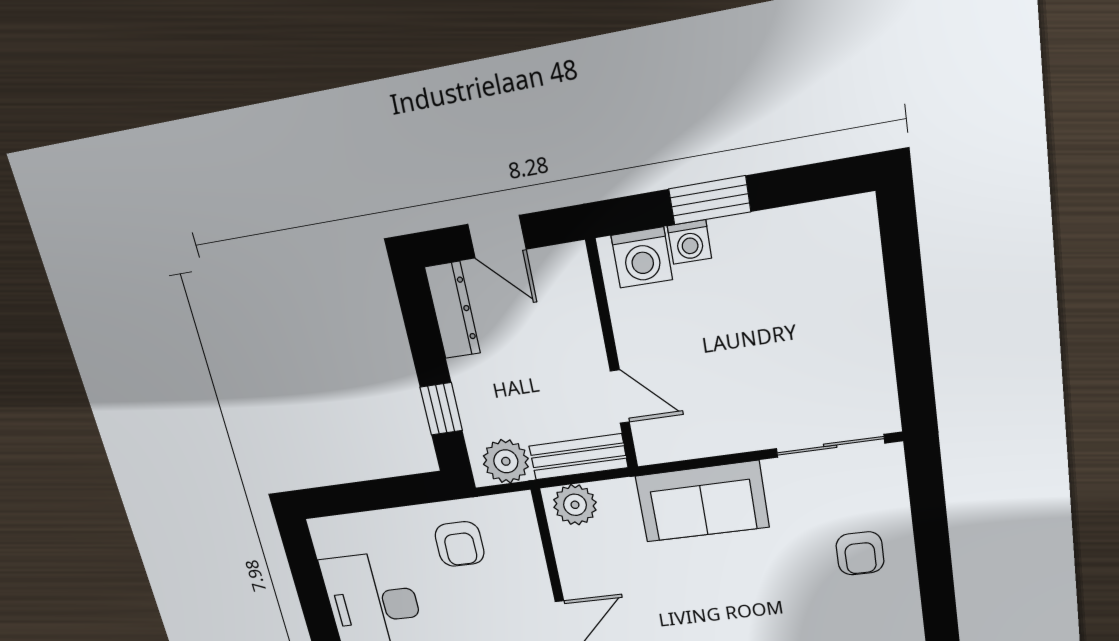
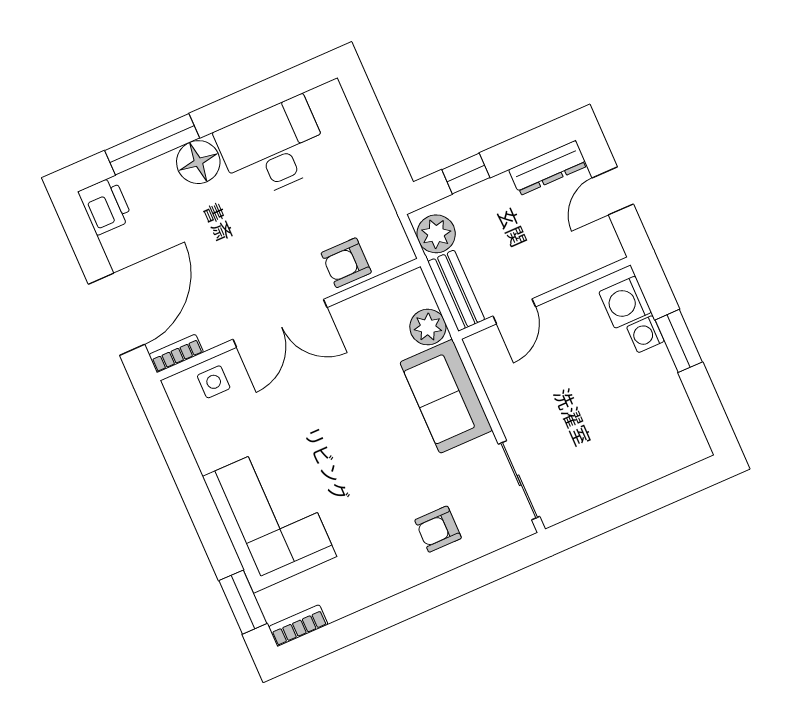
plant: (575, 505) -> (428, 327), moved
armchair: (460, 544) -> (346, 263), moved

